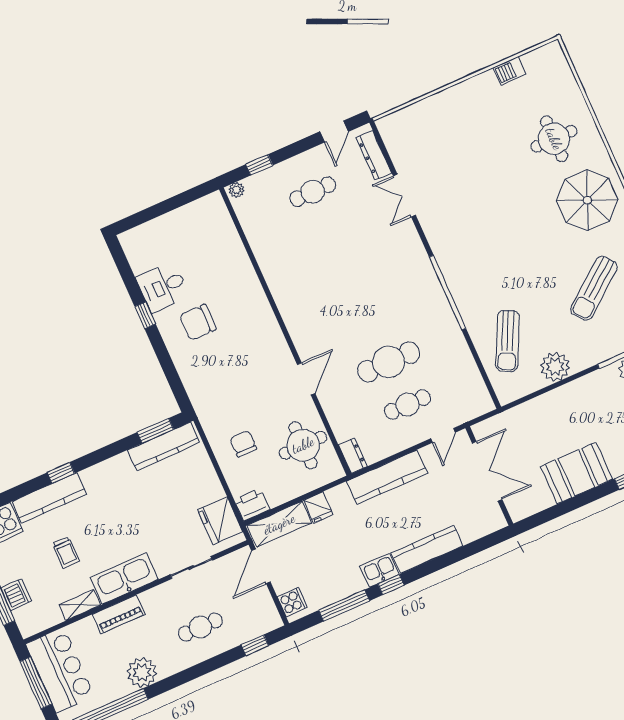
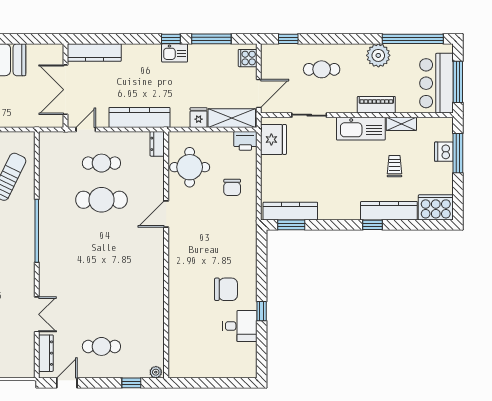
kitchen counter: (427, 549) -> (94, 53), moved

